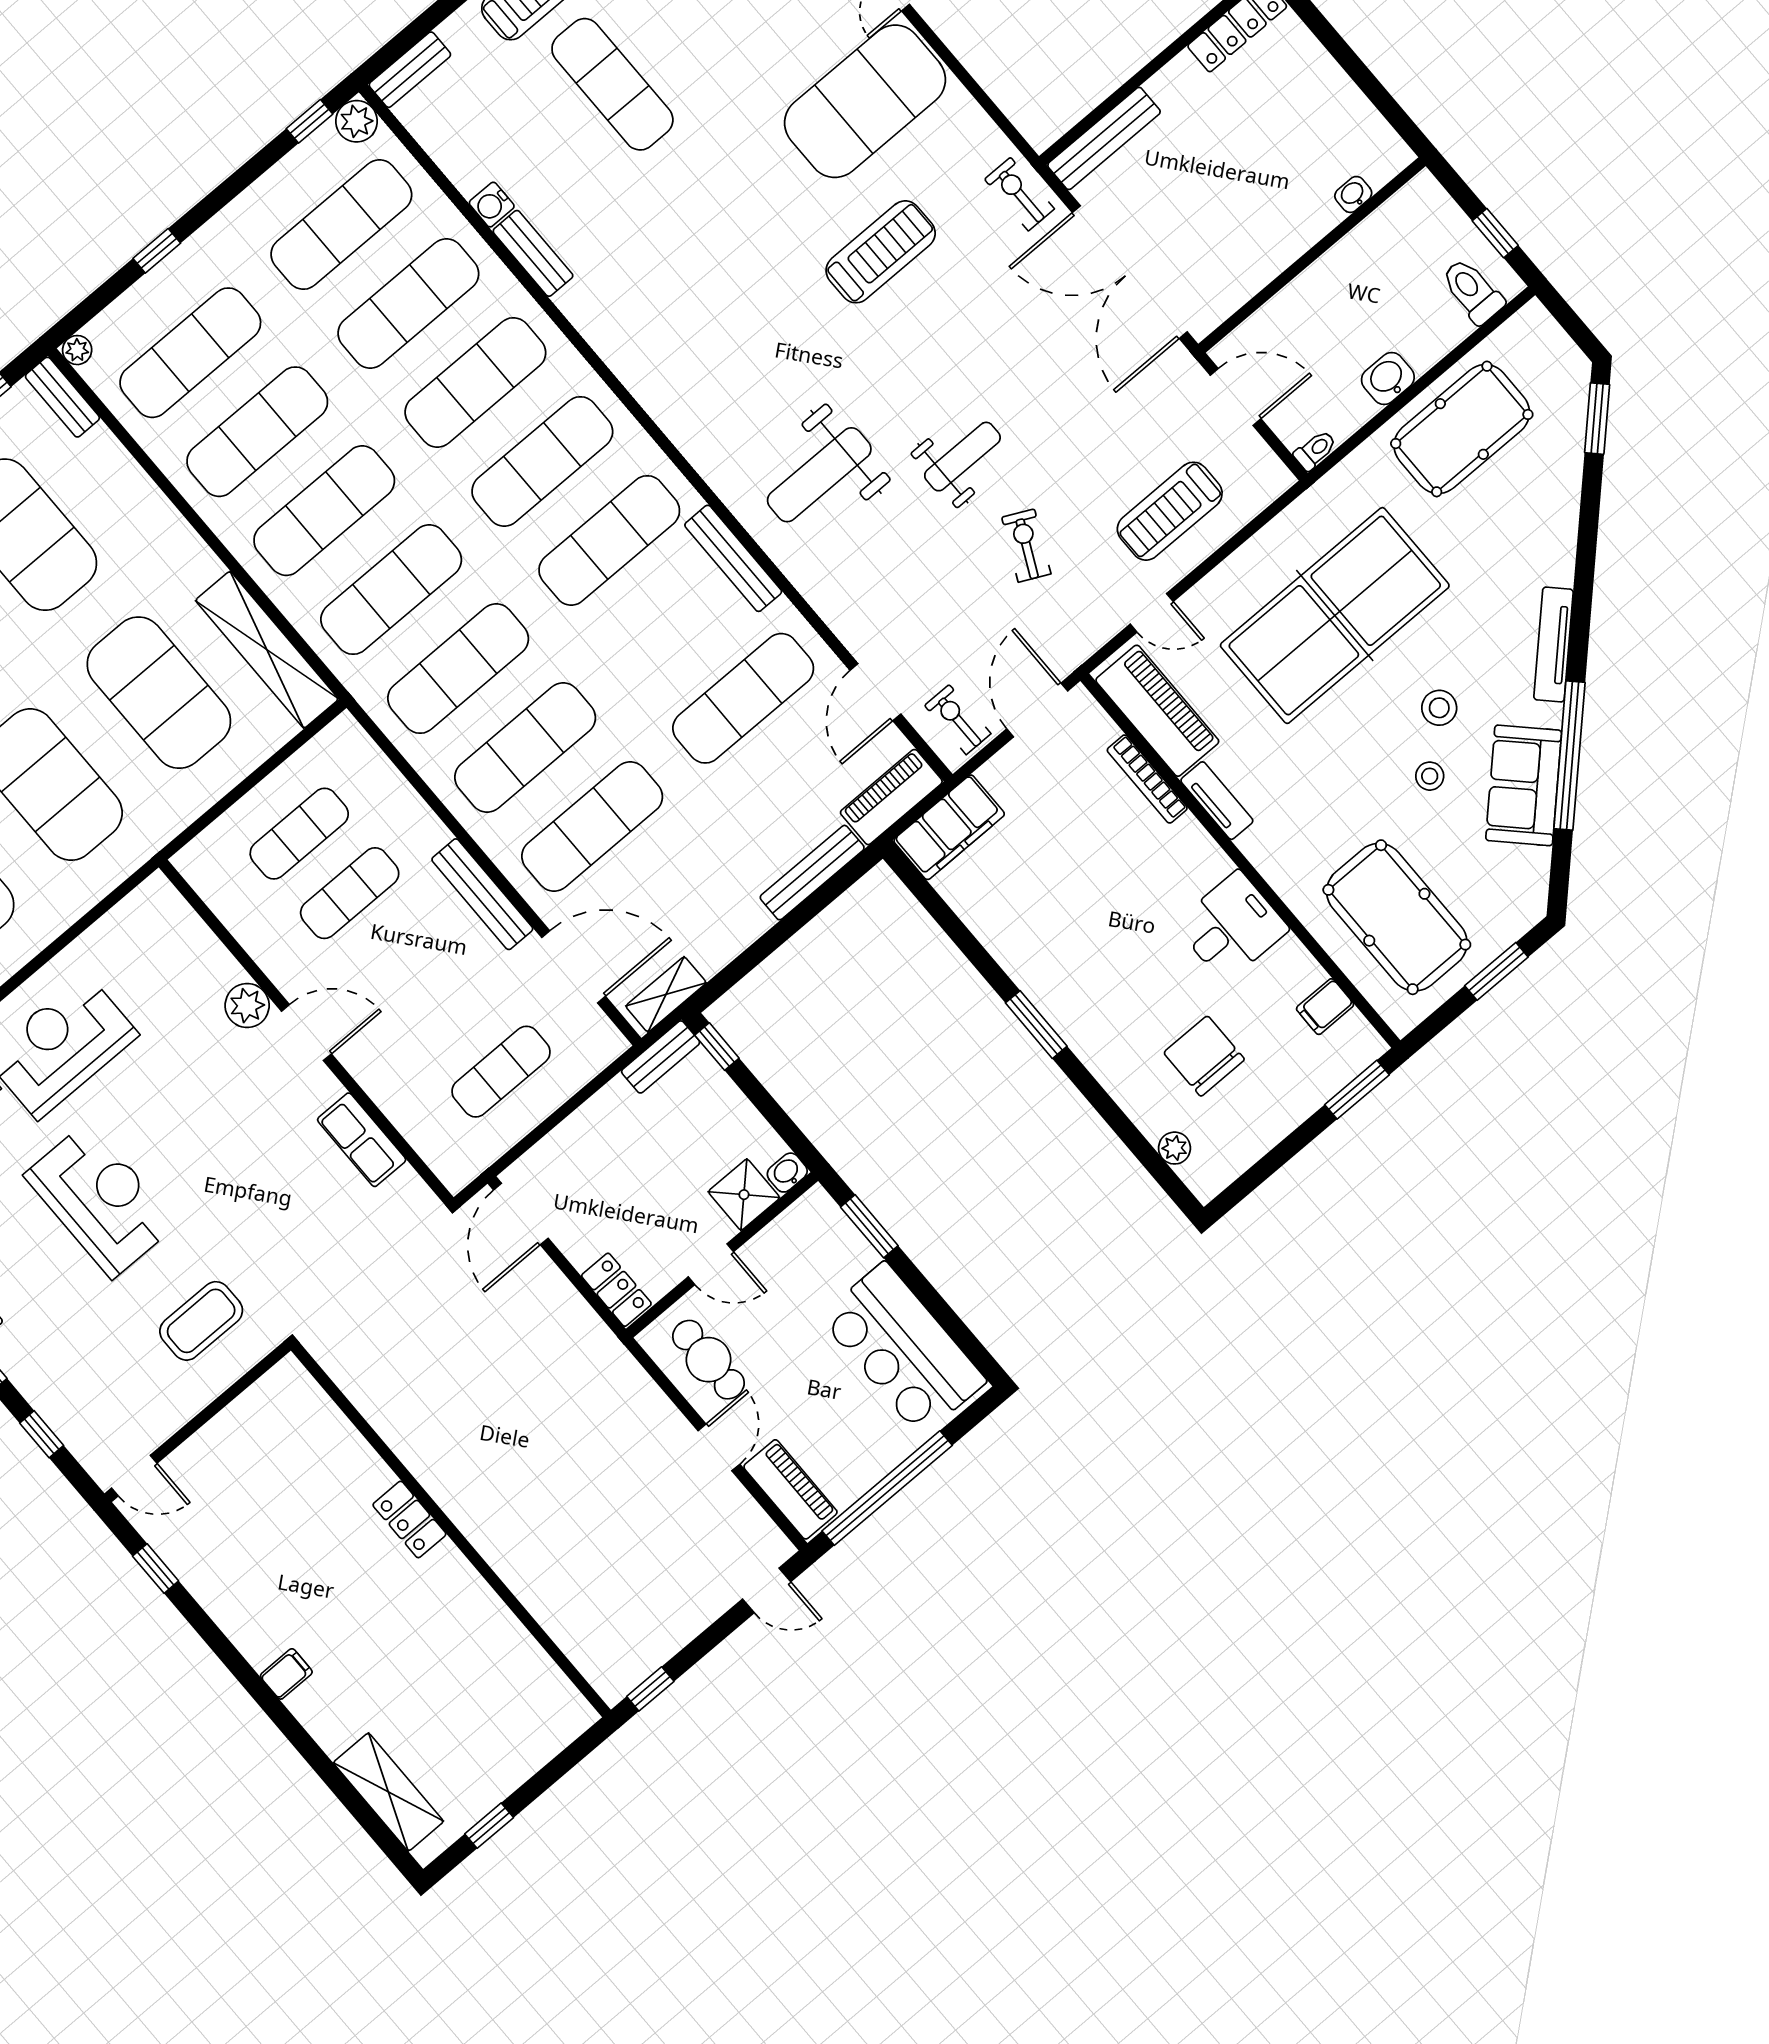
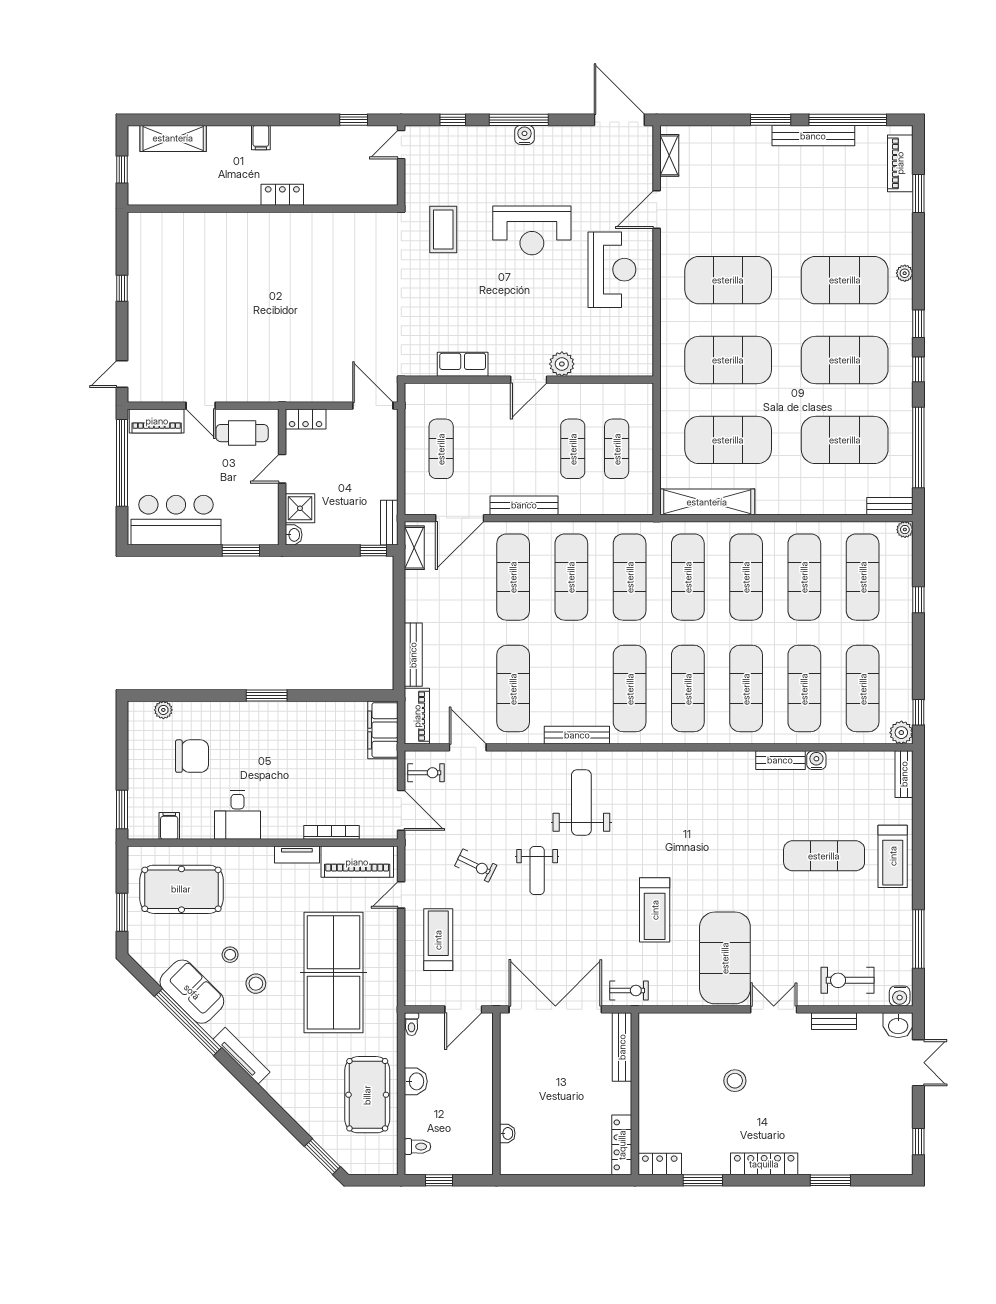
toilet: (1472, 291) -> (417, 1147), width x0.73, depth x0.72
locker: (409, 1519) -> (282, 195), moved
wall: (451, 1530) -> (263, 209), moved

